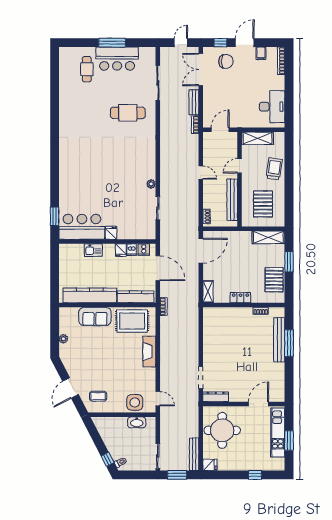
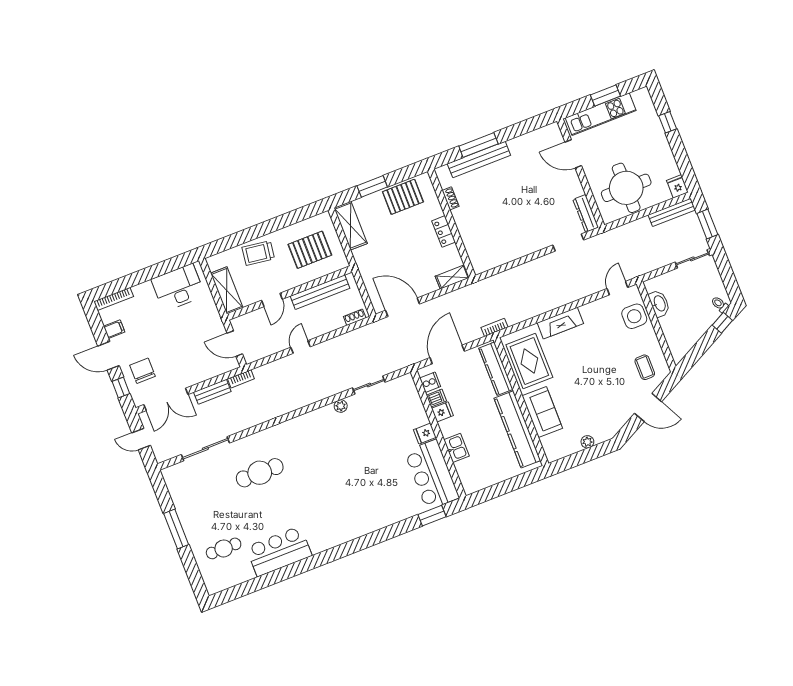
bar counter: (117, 59) -> (279, 551), moved, turned -90
cafe table: (128, 113) -> (260, 473), turned 90
door: (240, 166) -> (272, 300), hinge flipped

